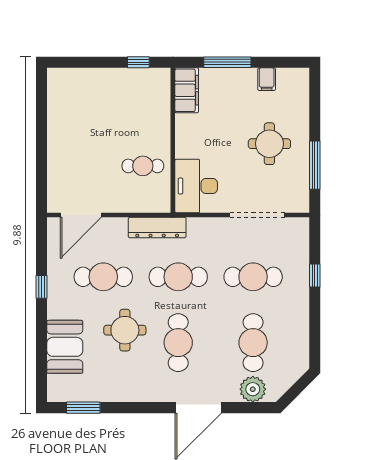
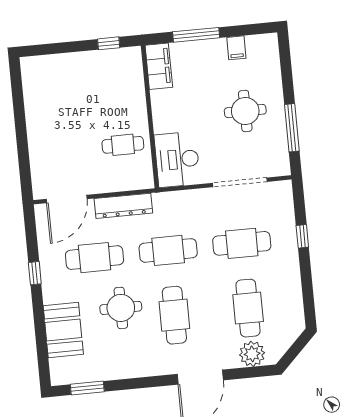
dresser: (157, 228) -> (123, 206), moved

